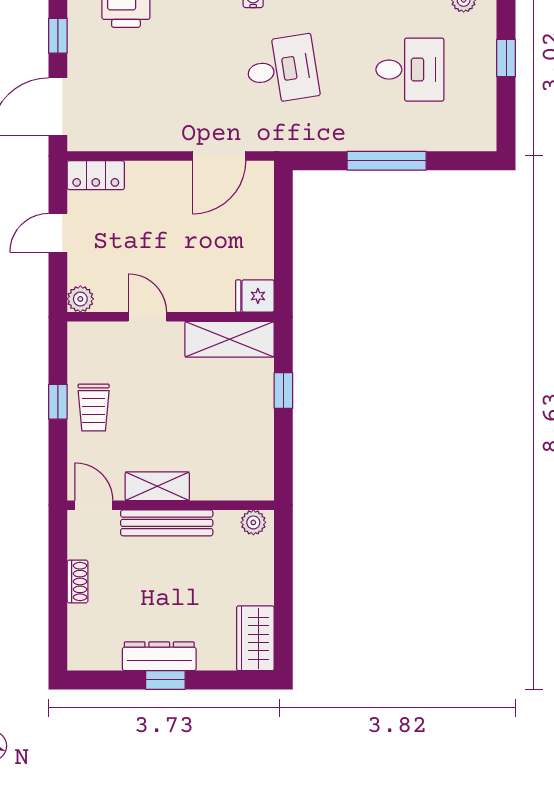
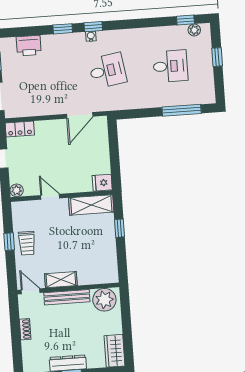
window: (387, 161) -> (182, 110), moved
plant: (253, 522) -> (104, 300), width x1.87, depth x1.87

